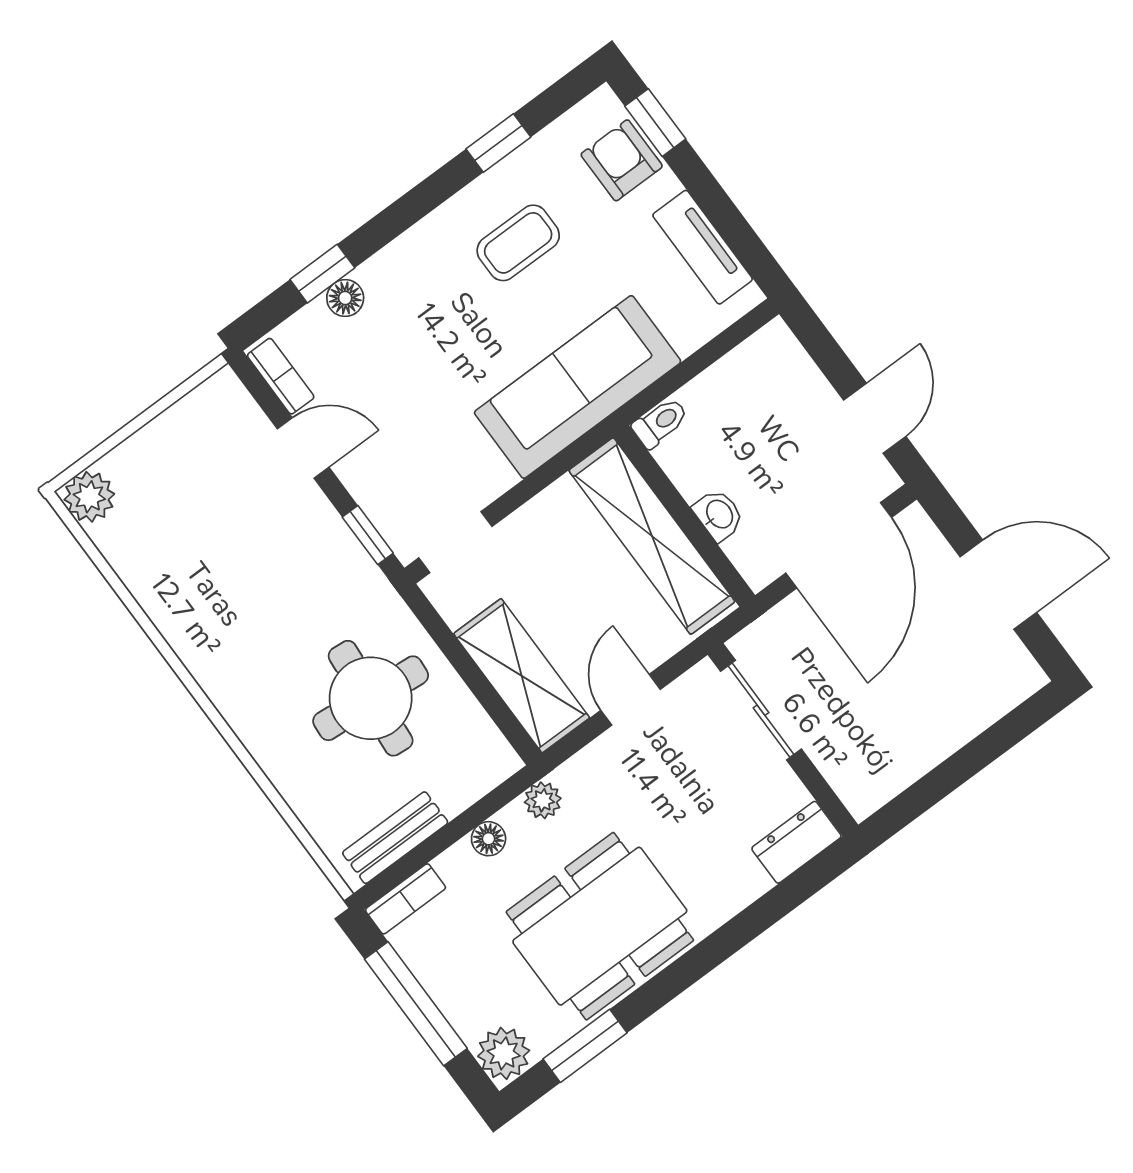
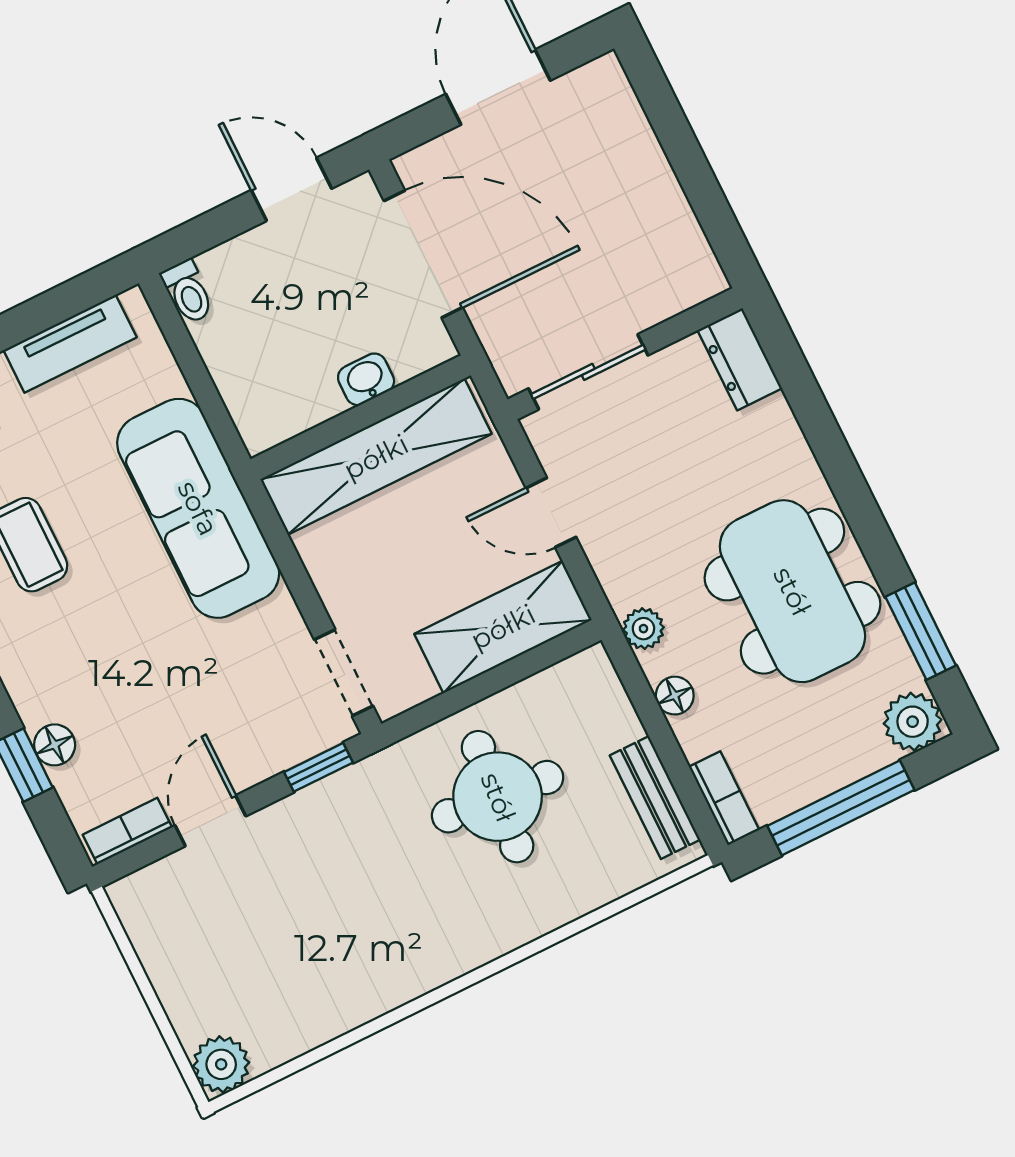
toilet: (660, 423) -> (188, 292), moved, turned 180

